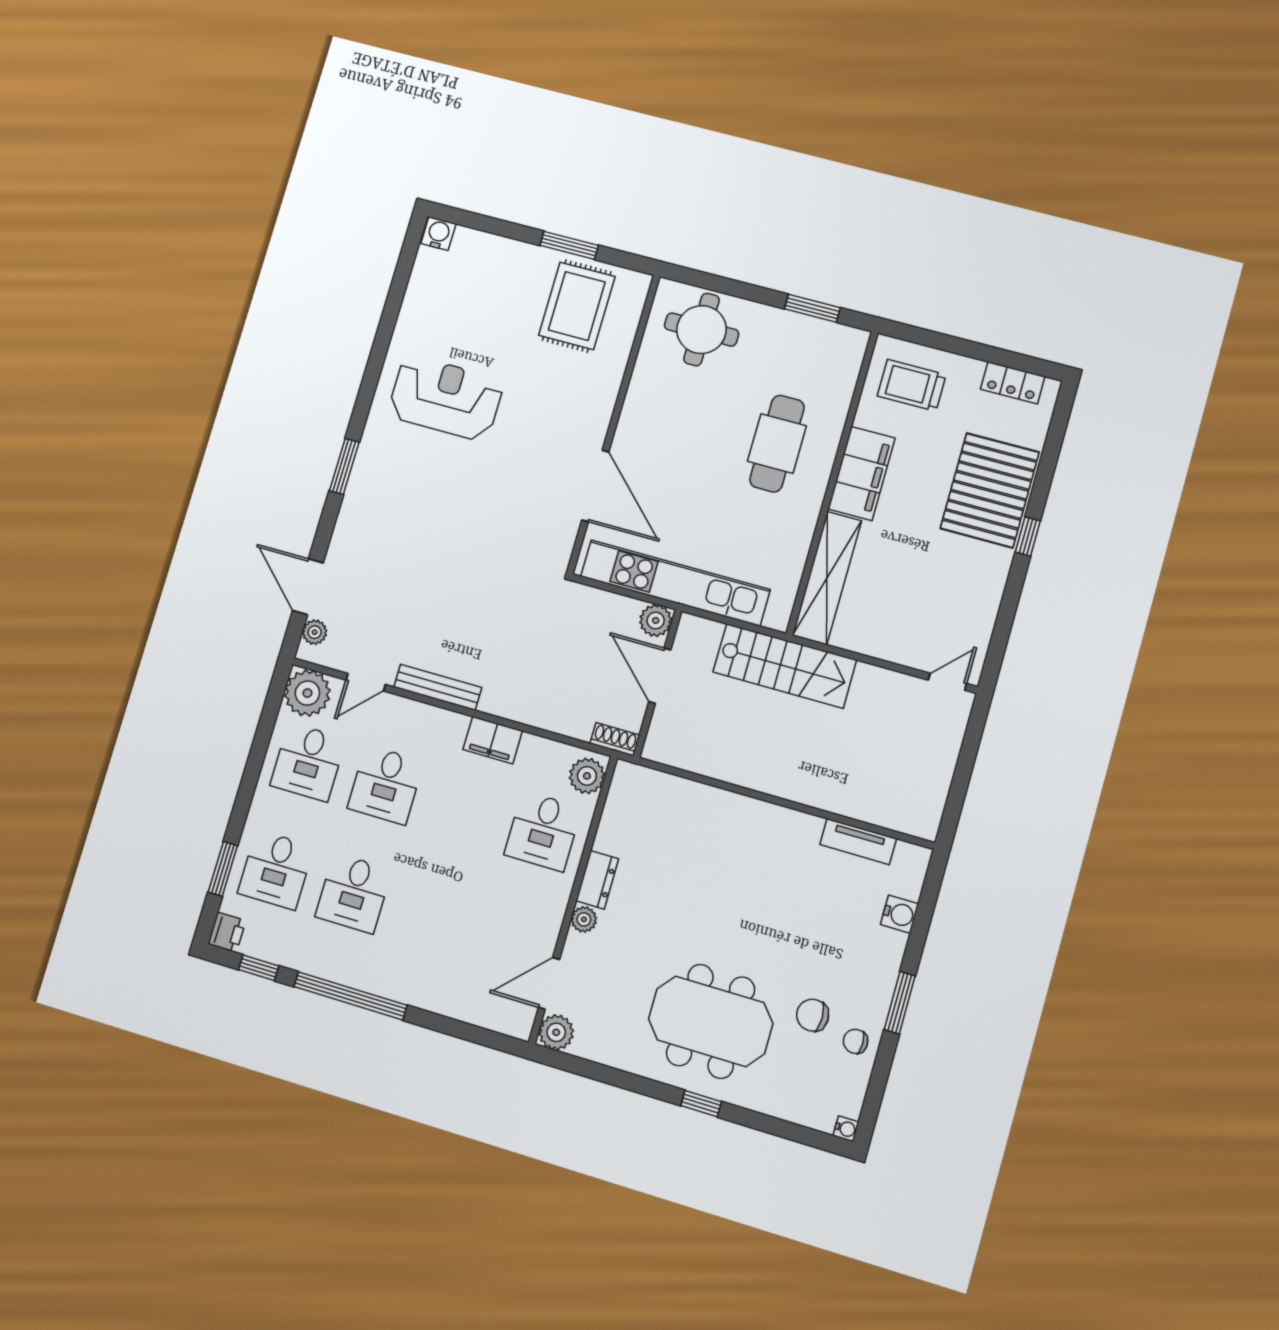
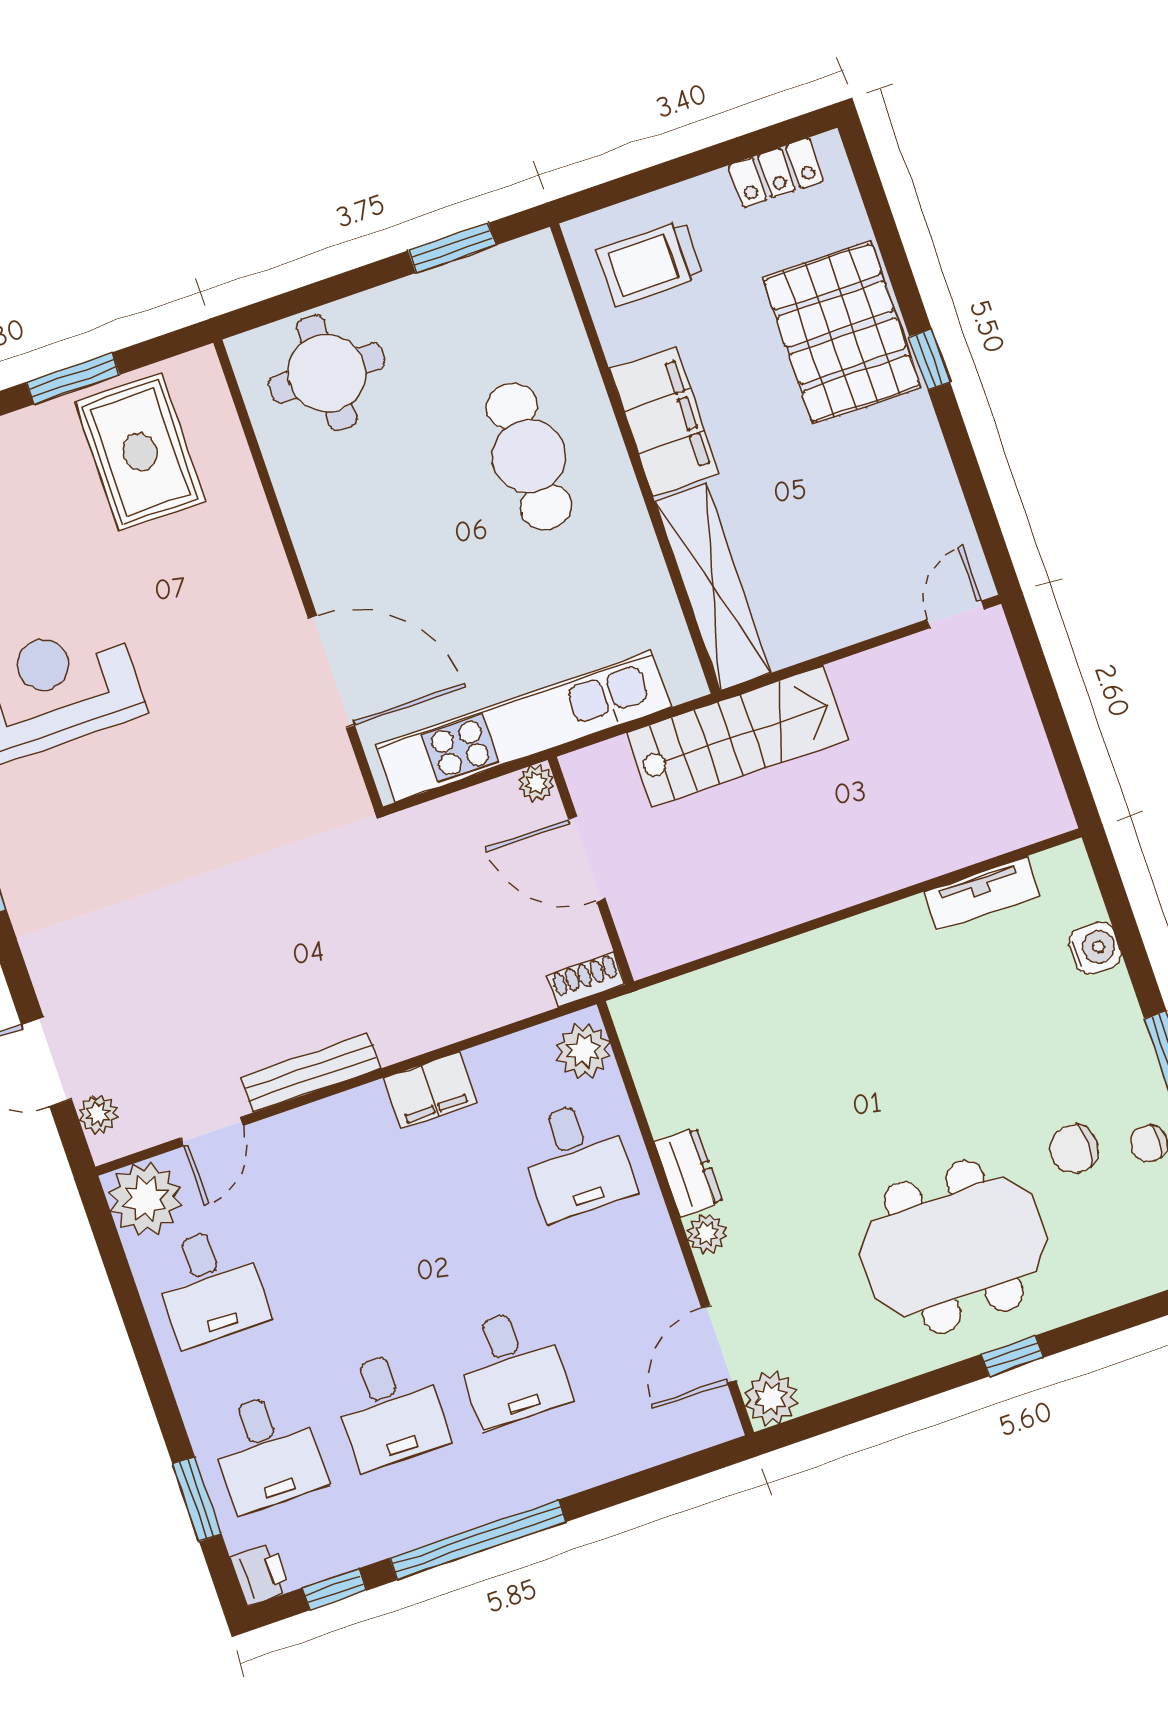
plant: (656, 620) -> (536, 783), width x0.73, depth x0.73
desk: (386, 785) -> (511, 1367), moved

